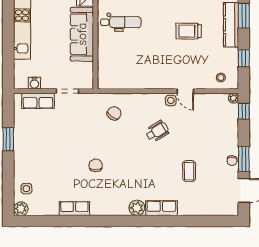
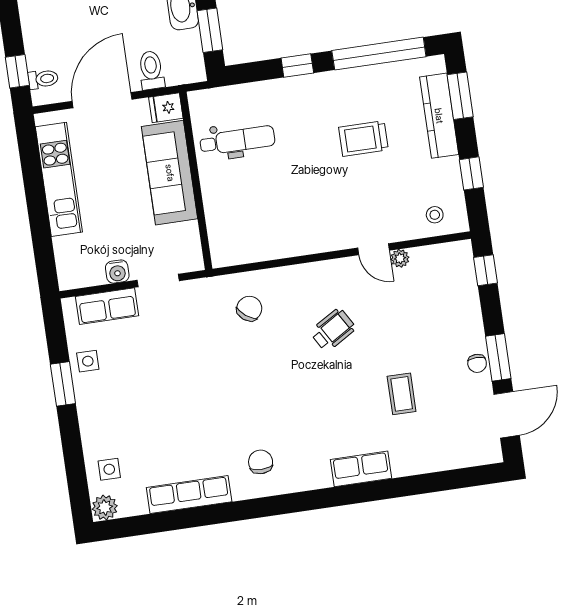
water cooler: (34, 83) -> (117, 272), moved
plant: (233, 98) -> (400, 258), moved
side table: (171, 100) -> (88, 361), moved
chair: (96, 165) -> (261, 462), moved
row of seats: (74, 208) -> (189, 495), width x1.48
plant: (137, 208) -> (316, 475), removed

